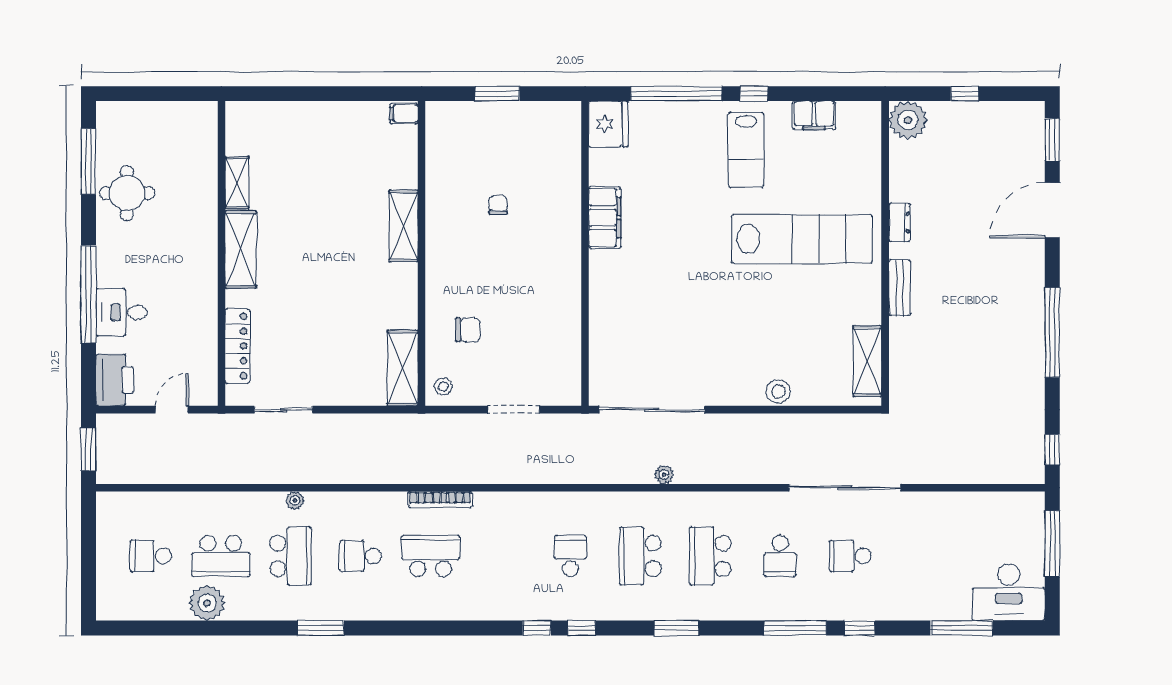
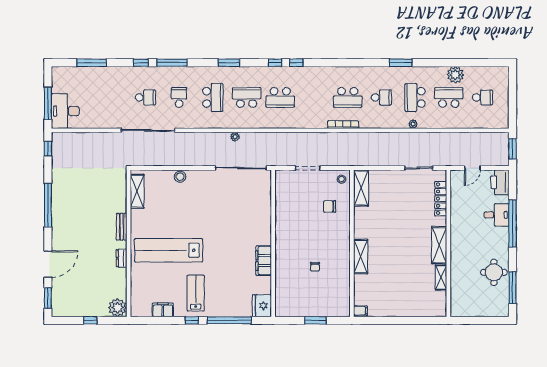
school desk: (570, 556) -> (280, 97), width x1.85
school desk: (640, 556) -> (247, 97), turned -90
desk: (1009, 592) -> (65, 111), moved, turned -90

